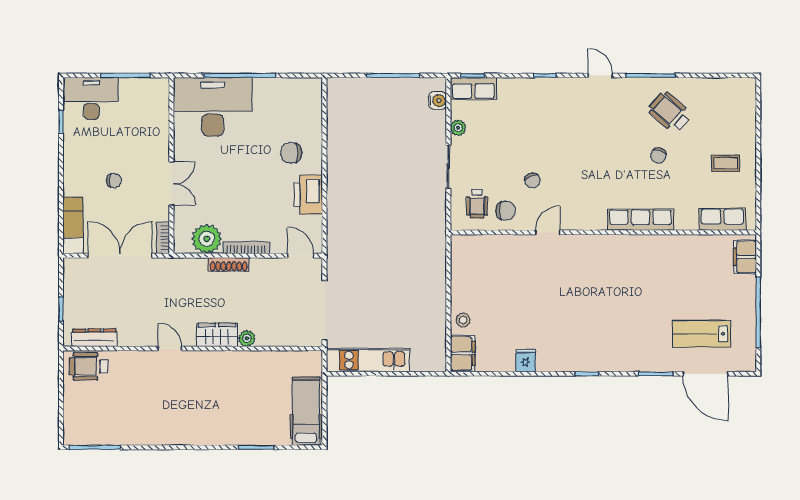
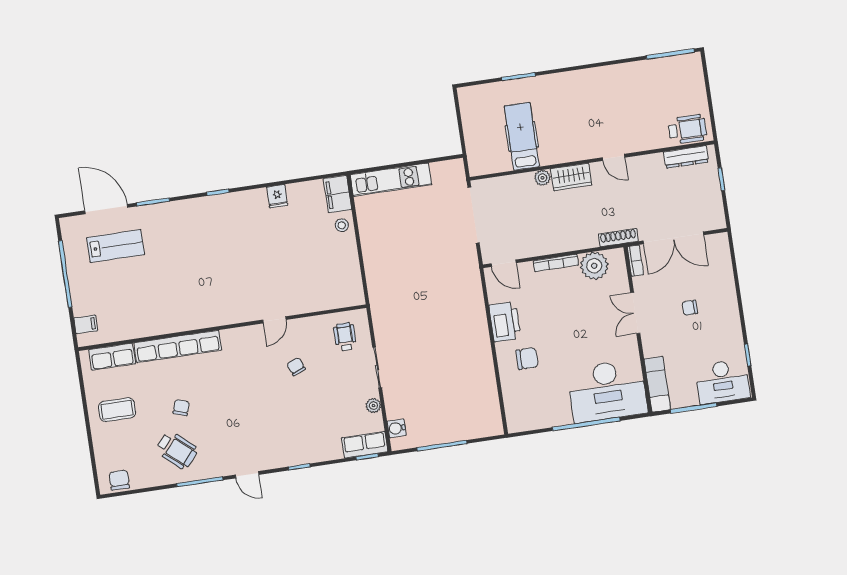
coffee table: (726, 163) -> (117, 410), width x1.36, depth x1.30
chair: (506, 211) -> (119, 480), moved, turned 91
row of seats: (640, 220) -> (178, 346), width x1.36
exam couch: (73, 225) -> (657, 384), moved, turned 180
filing cabinet: (745, 257) -> (86, 324), width x0.50
shoe rack: (229, 264) -> (618, 238), moved
kitchen unit: (368, 360) -> (391, 180), moved
hospital bed: (306, 411) -> (522, 136), moved, turned 180

